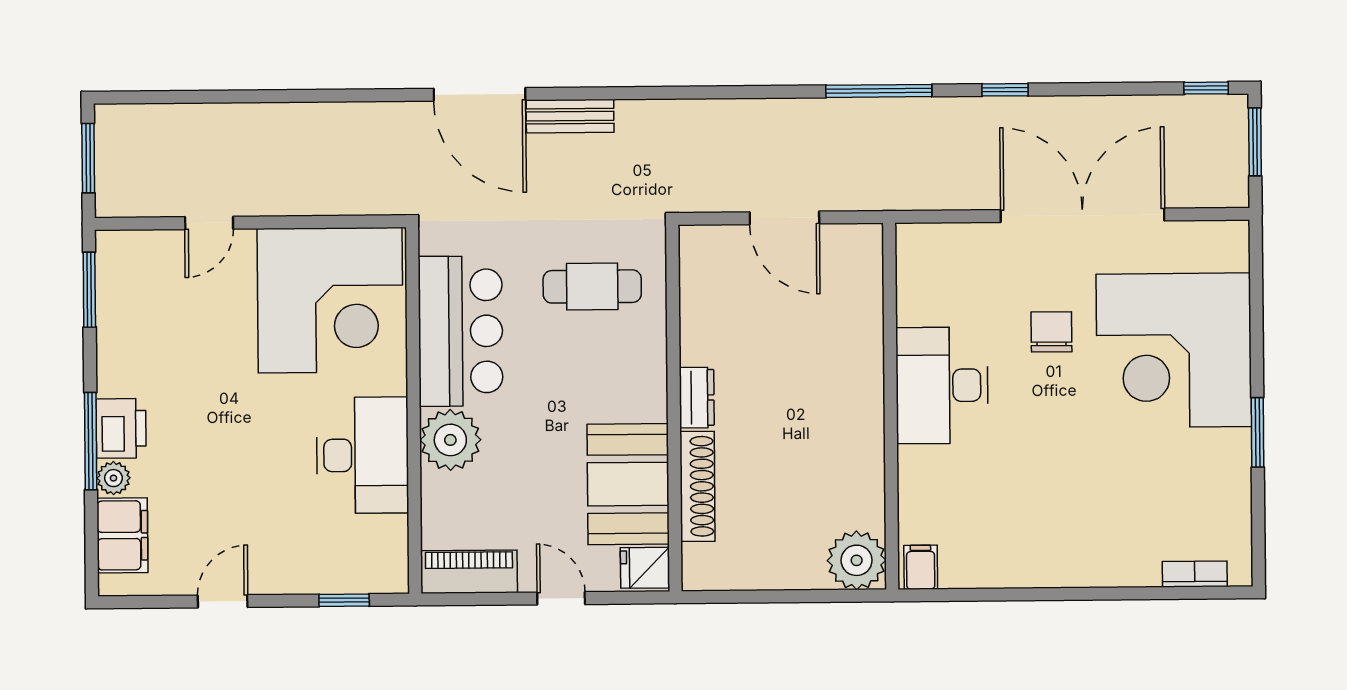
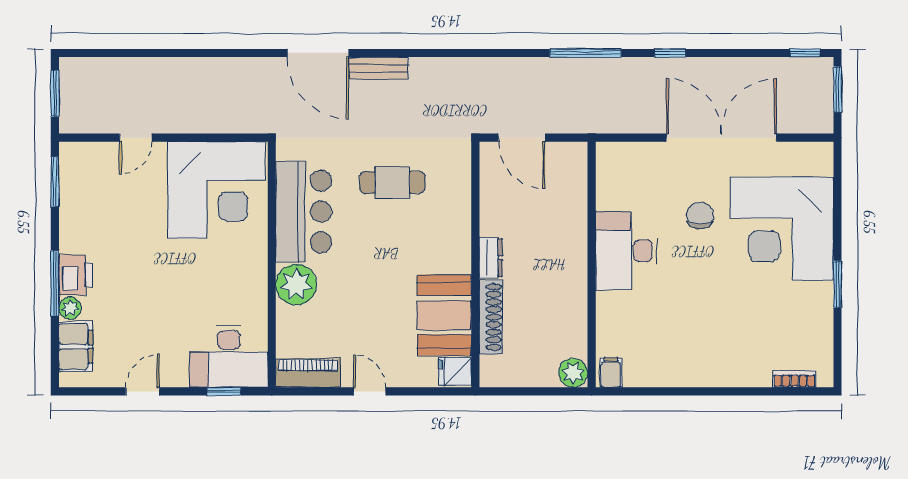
dresser: (697, 398) -> (491, 258), moved
wall: (674, 408) -> (475, 264), moved
desk: (362, 455) -> (229, 357), moved, turned 90
booth: (628, 484) -> (444, 315), moved
shoe rack: (697, 486) -> (491, 317), moved
plant: (857, 560) -> (573, 373), width x0.73, depth x0.73
fridge: (645, 568) -> (455, 371), moved

